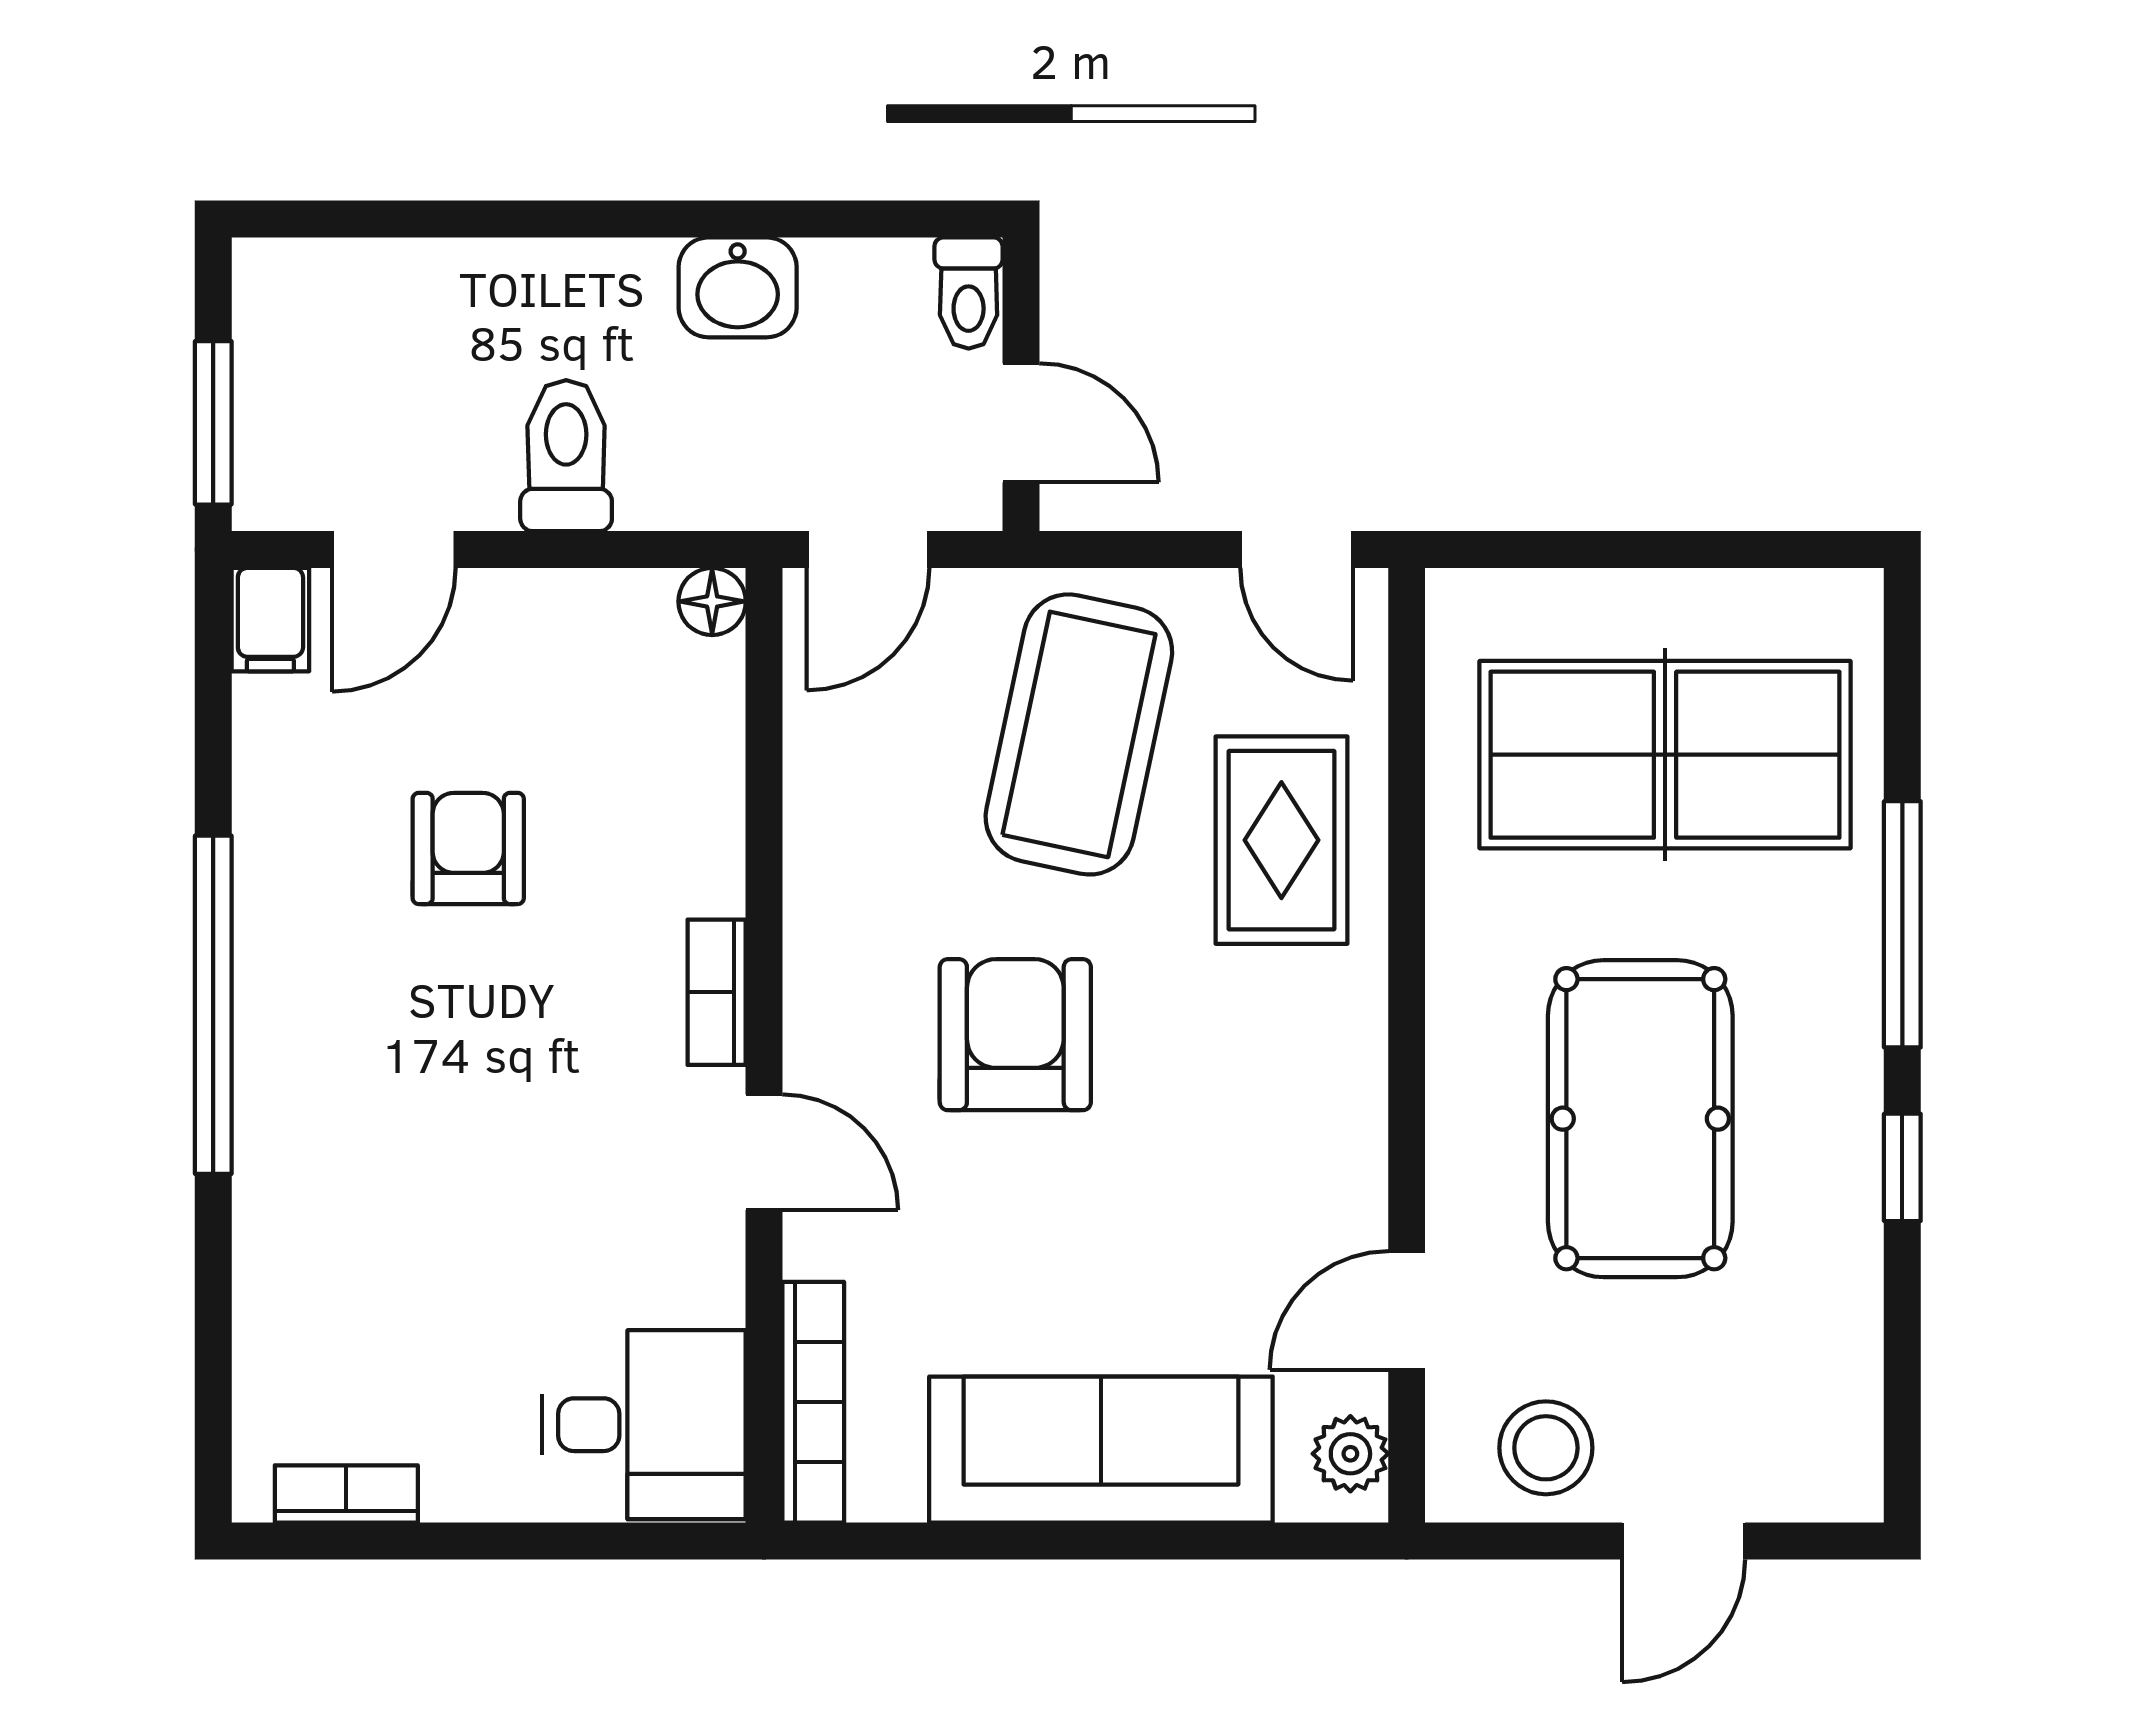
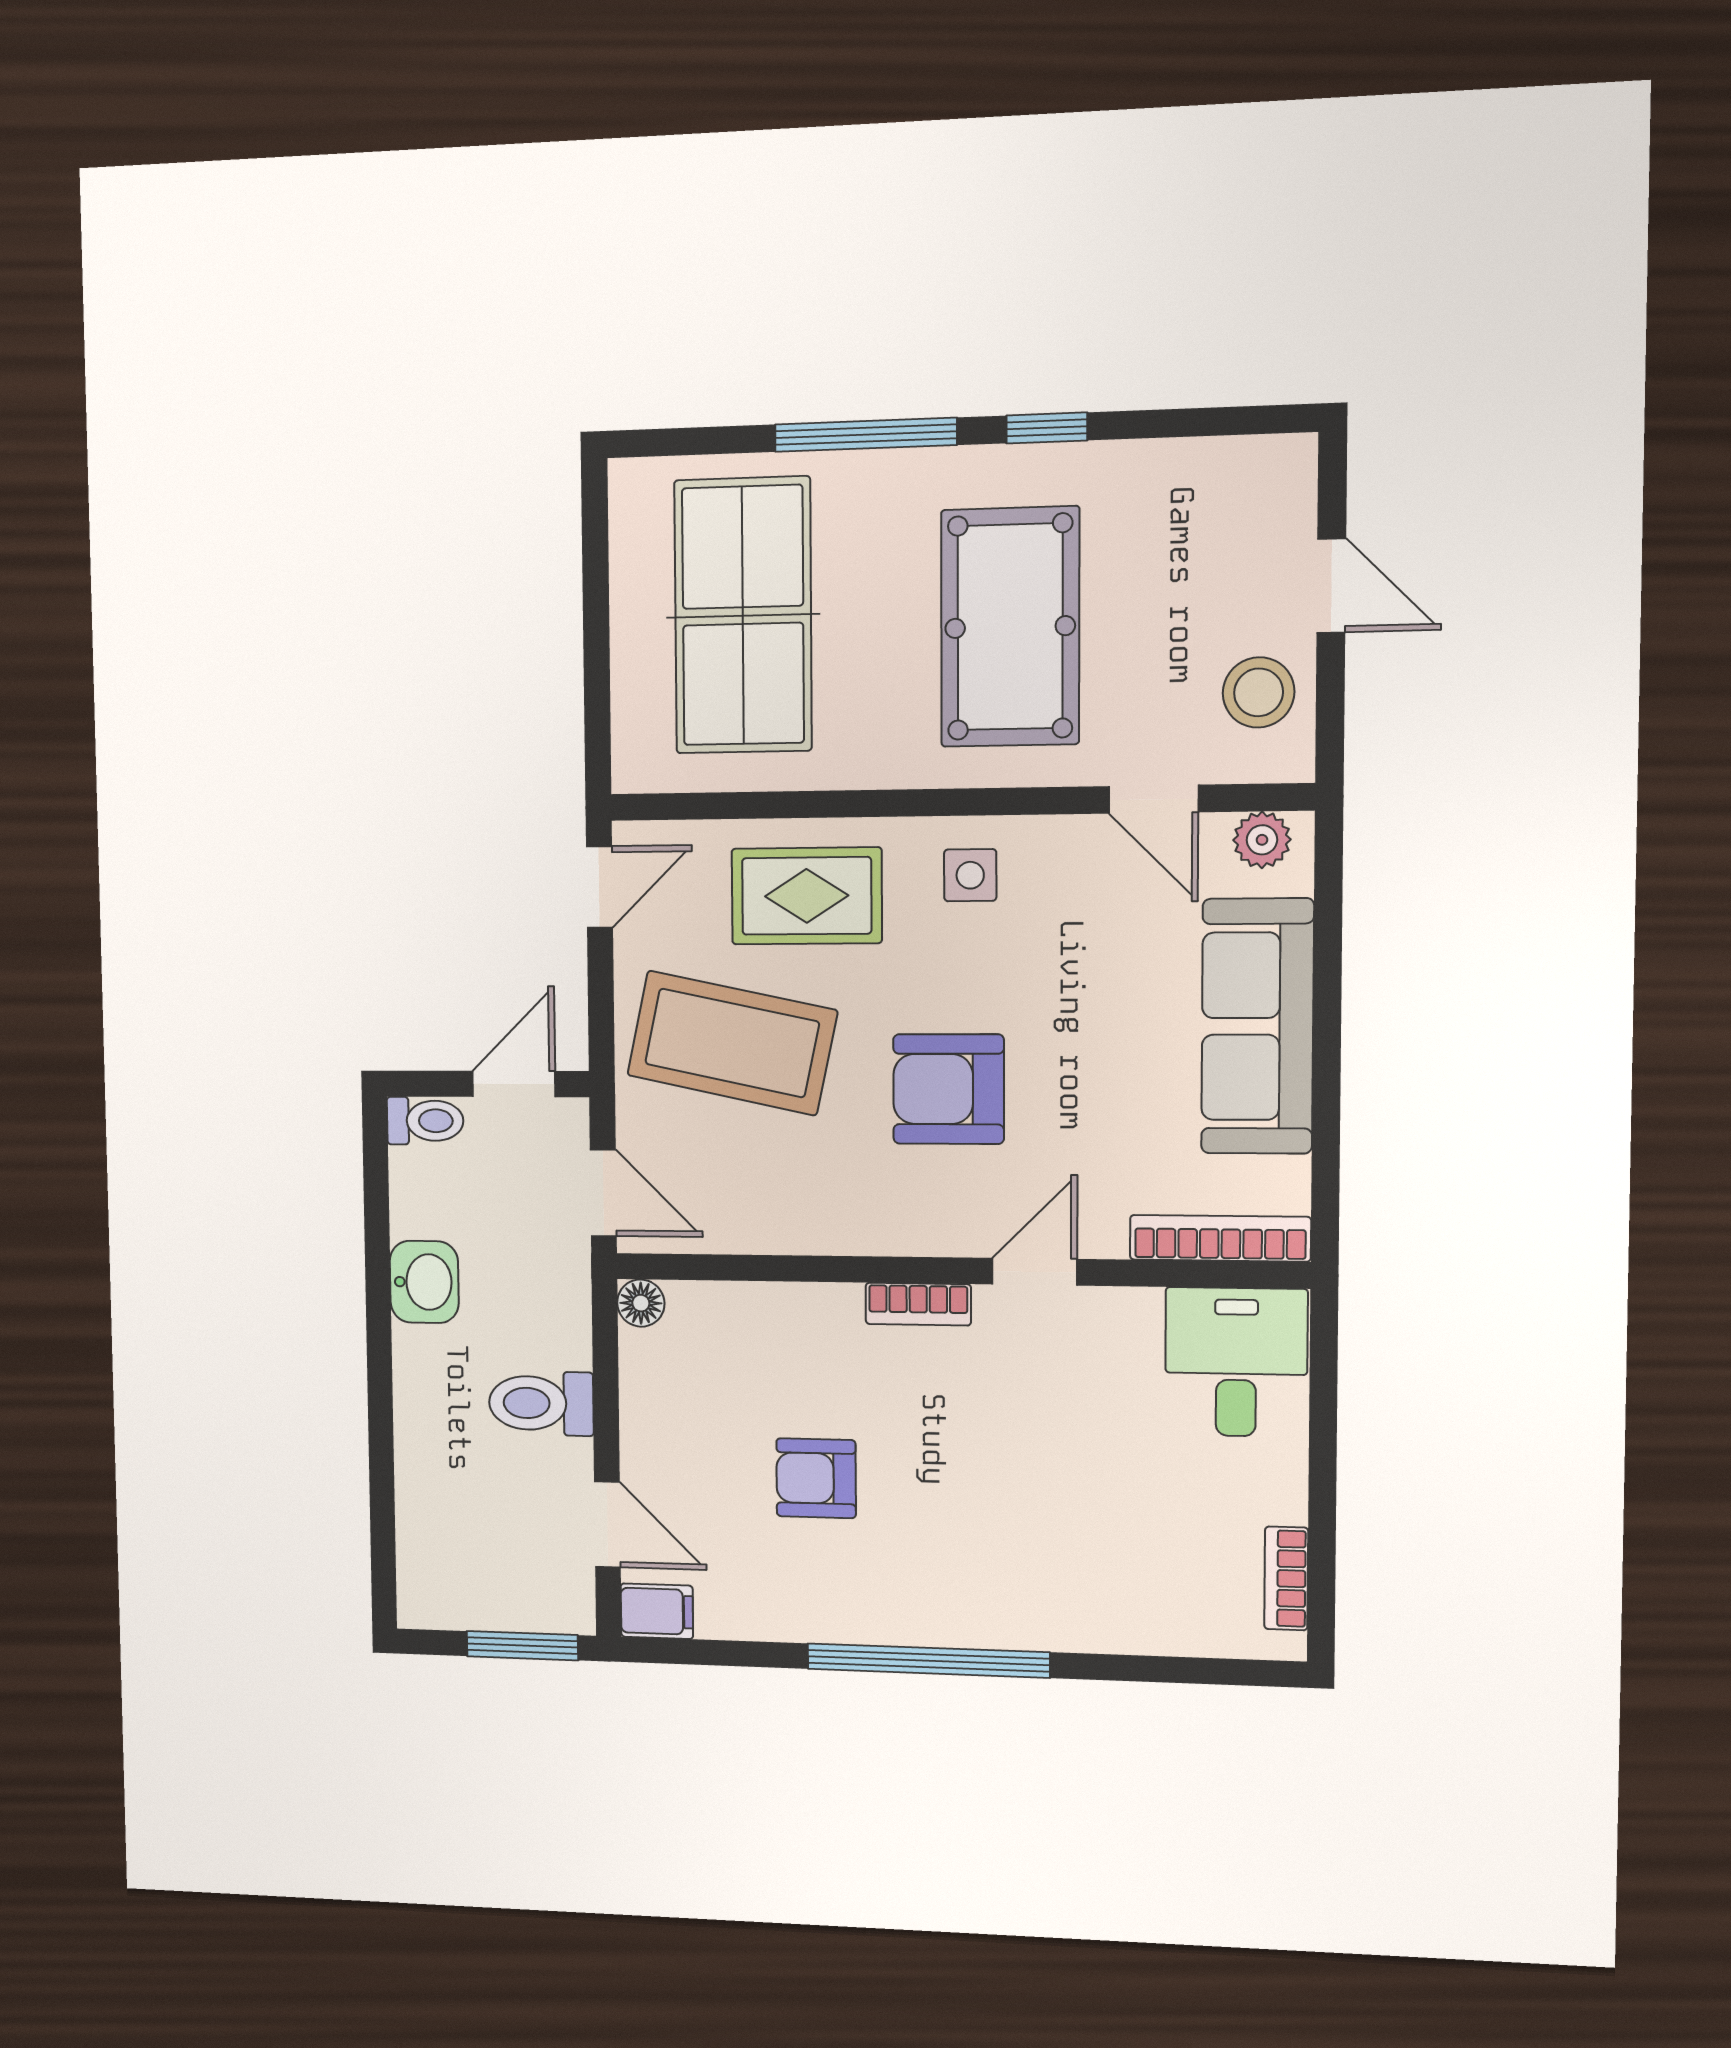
side table: (1307, 1065) -> (970, 875), added
pool table: (1640, 1119) -> (1010, 627), turned 90

